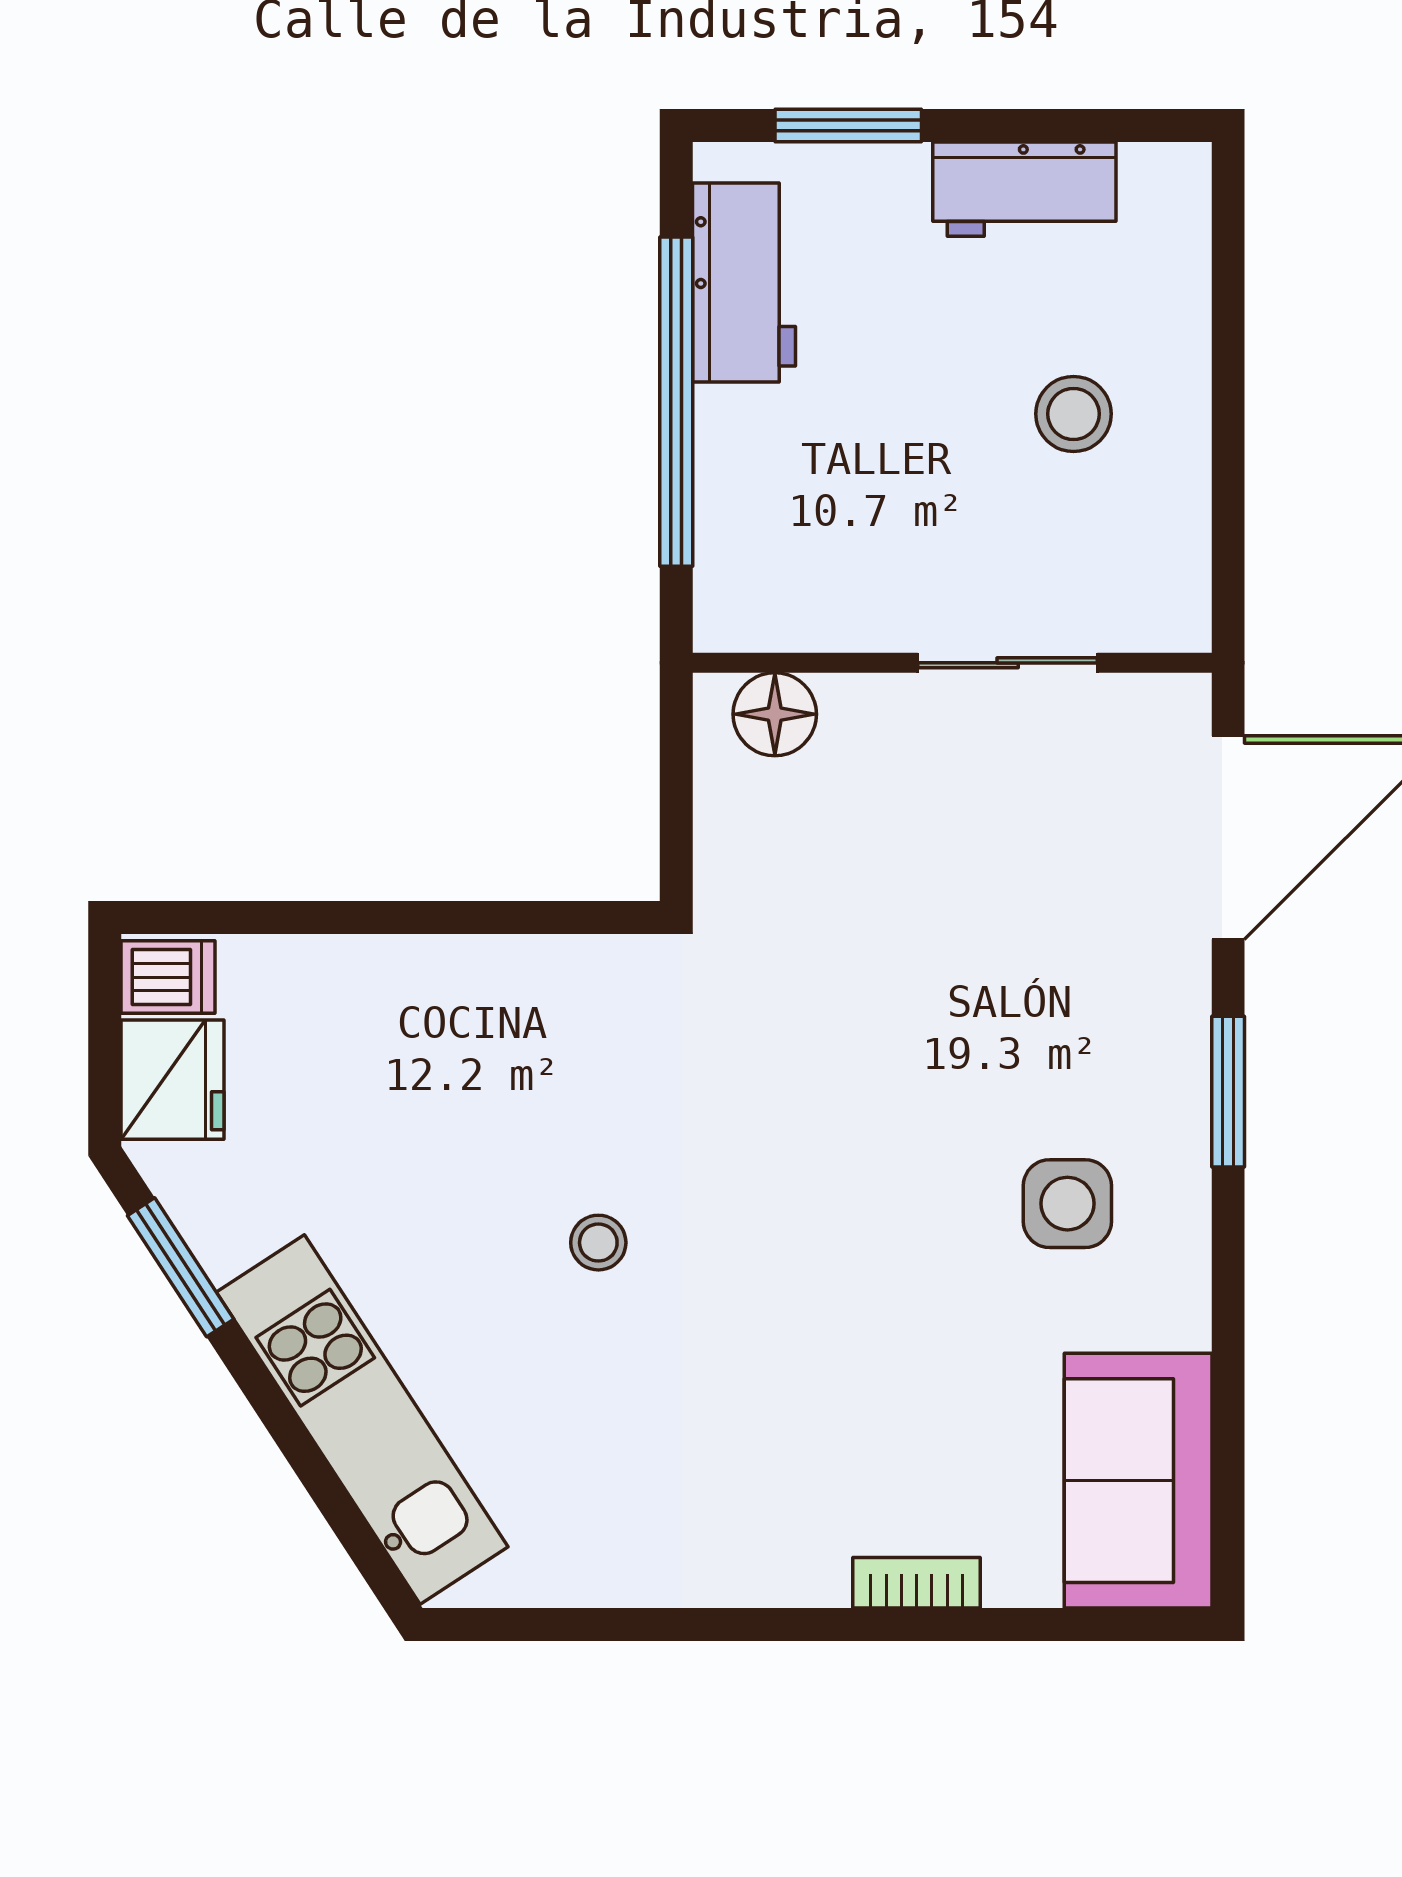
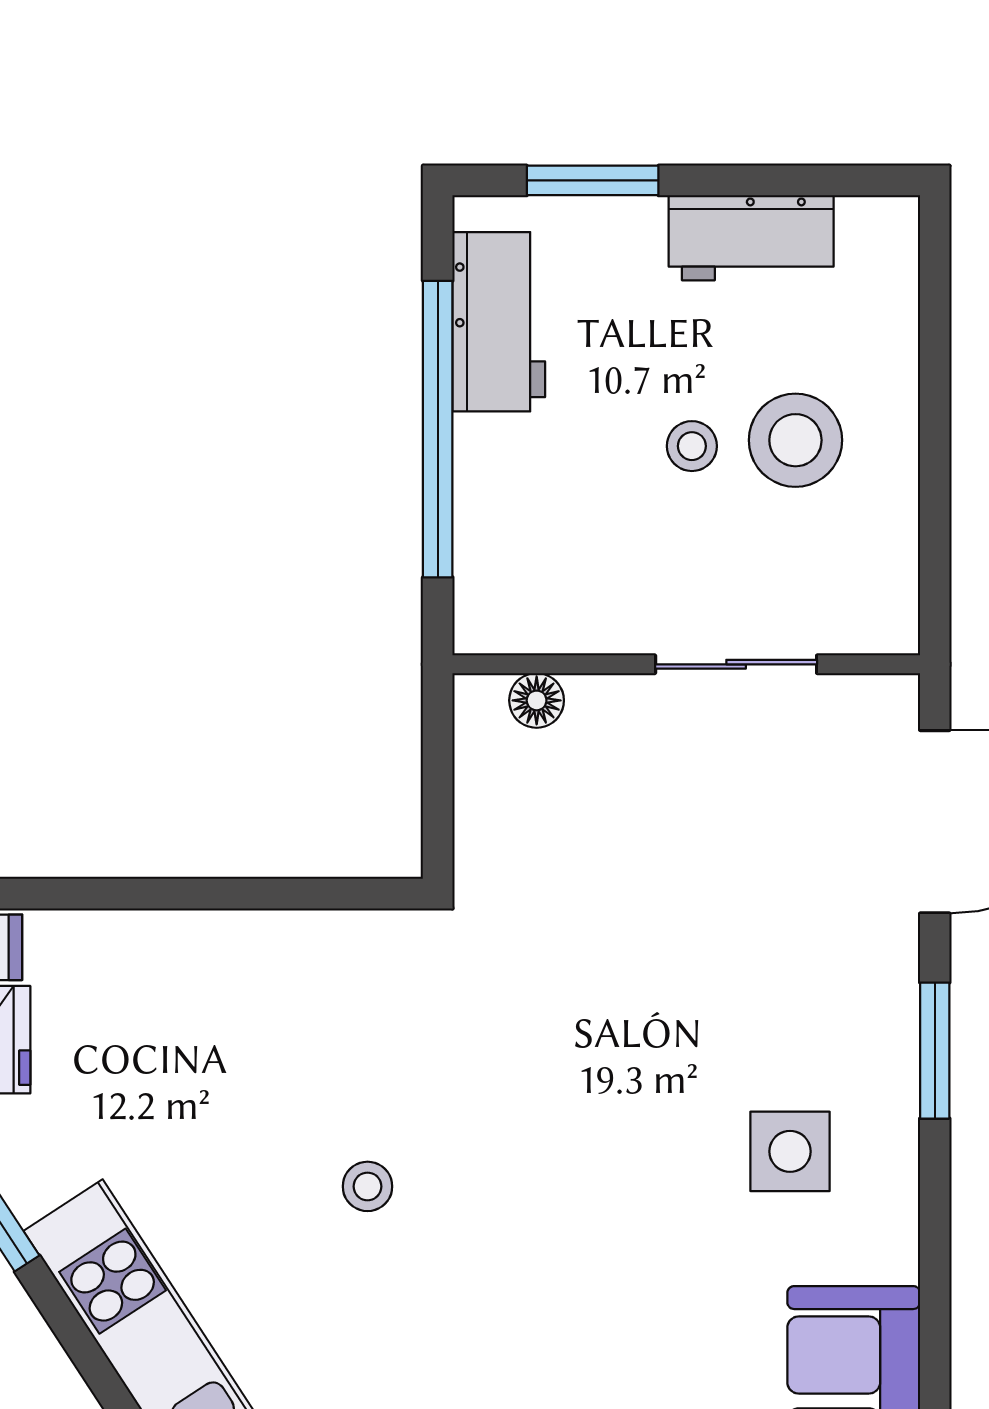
stool: (1073, 414) -> (795, 440), width x1.38, depth x1.38
stool: (958, 420) -> (692, 446), added
floor lamp: (775, 714) -> (537, 700), width x0.73, depth x0.73

